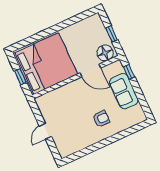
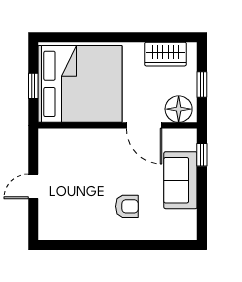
wardrobe: (84, 26) -> (165, 54), added

